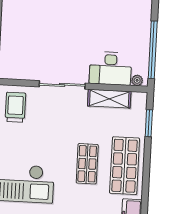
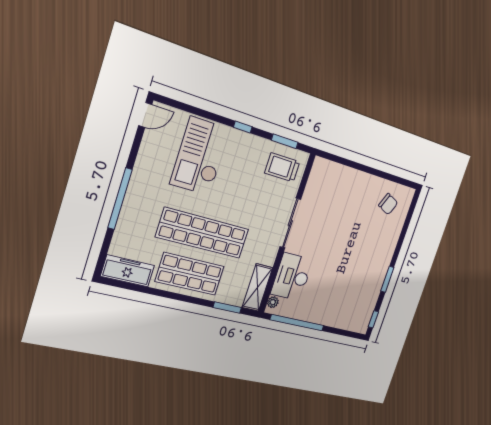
shelving: (109, 99) -> (257, 287), moved
trolley: (15, 107) -> (282, 167), turned 180
shop shelf: (87, 164) -> (203, 233), width x2.00, depth x1.36

